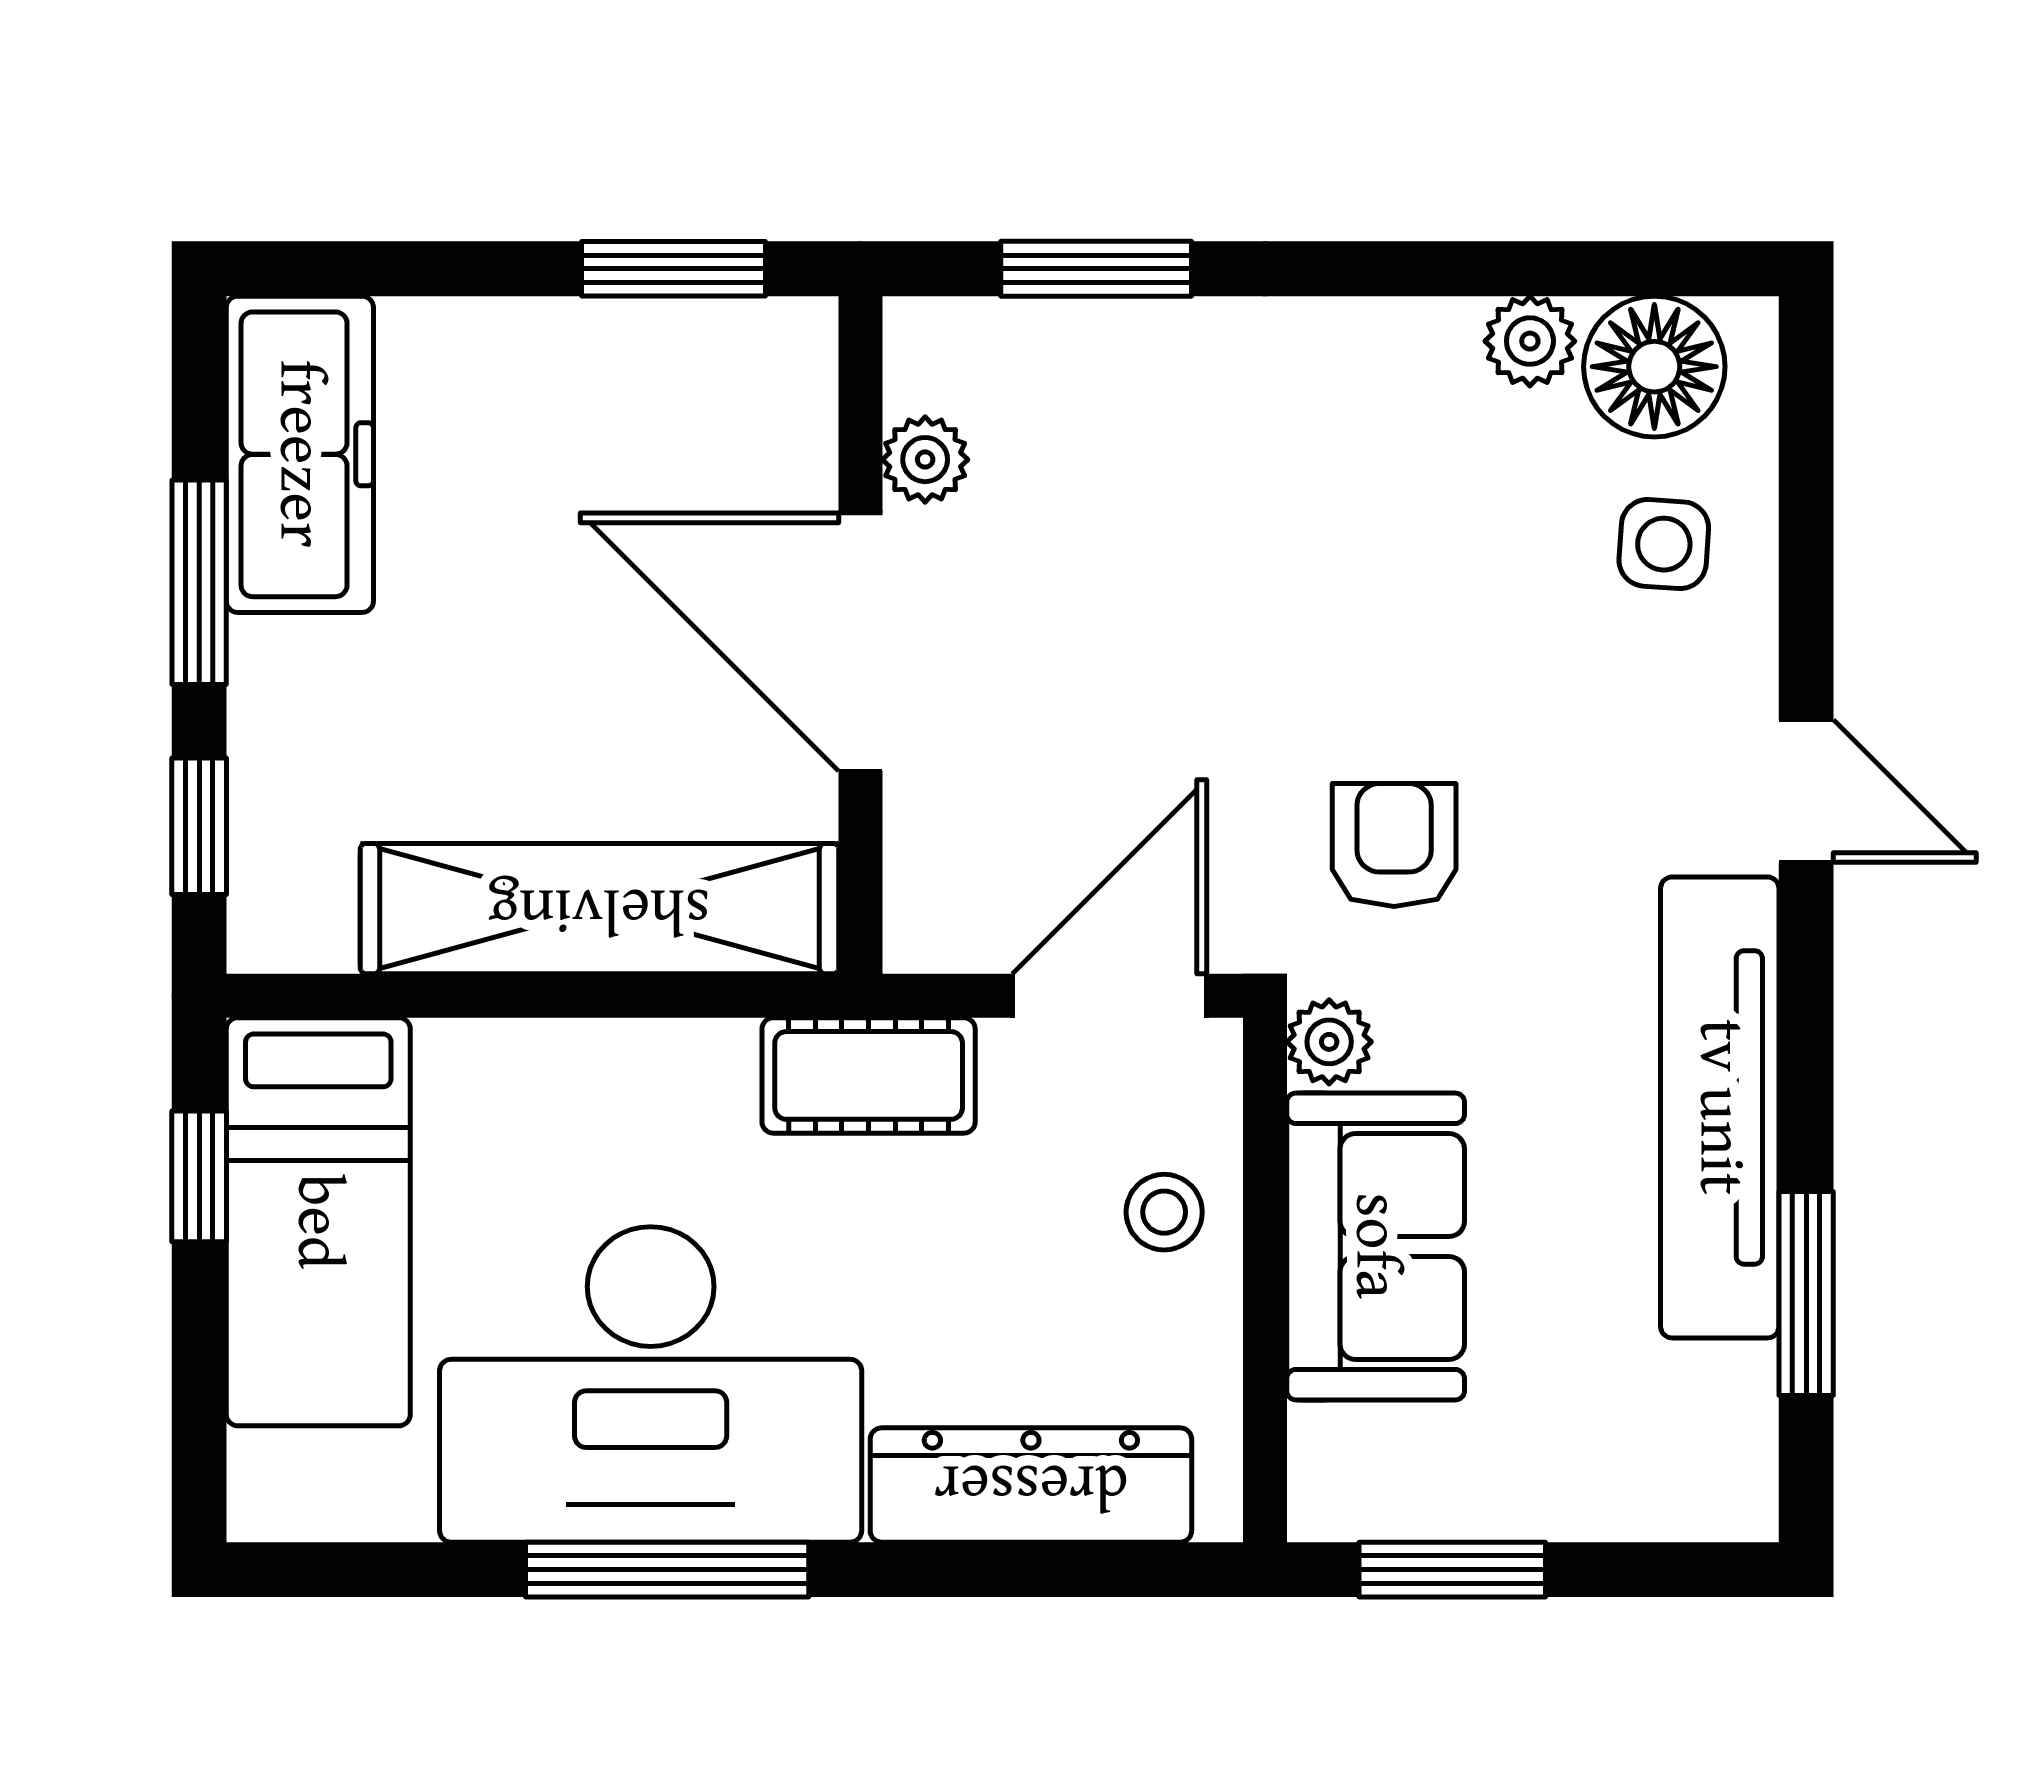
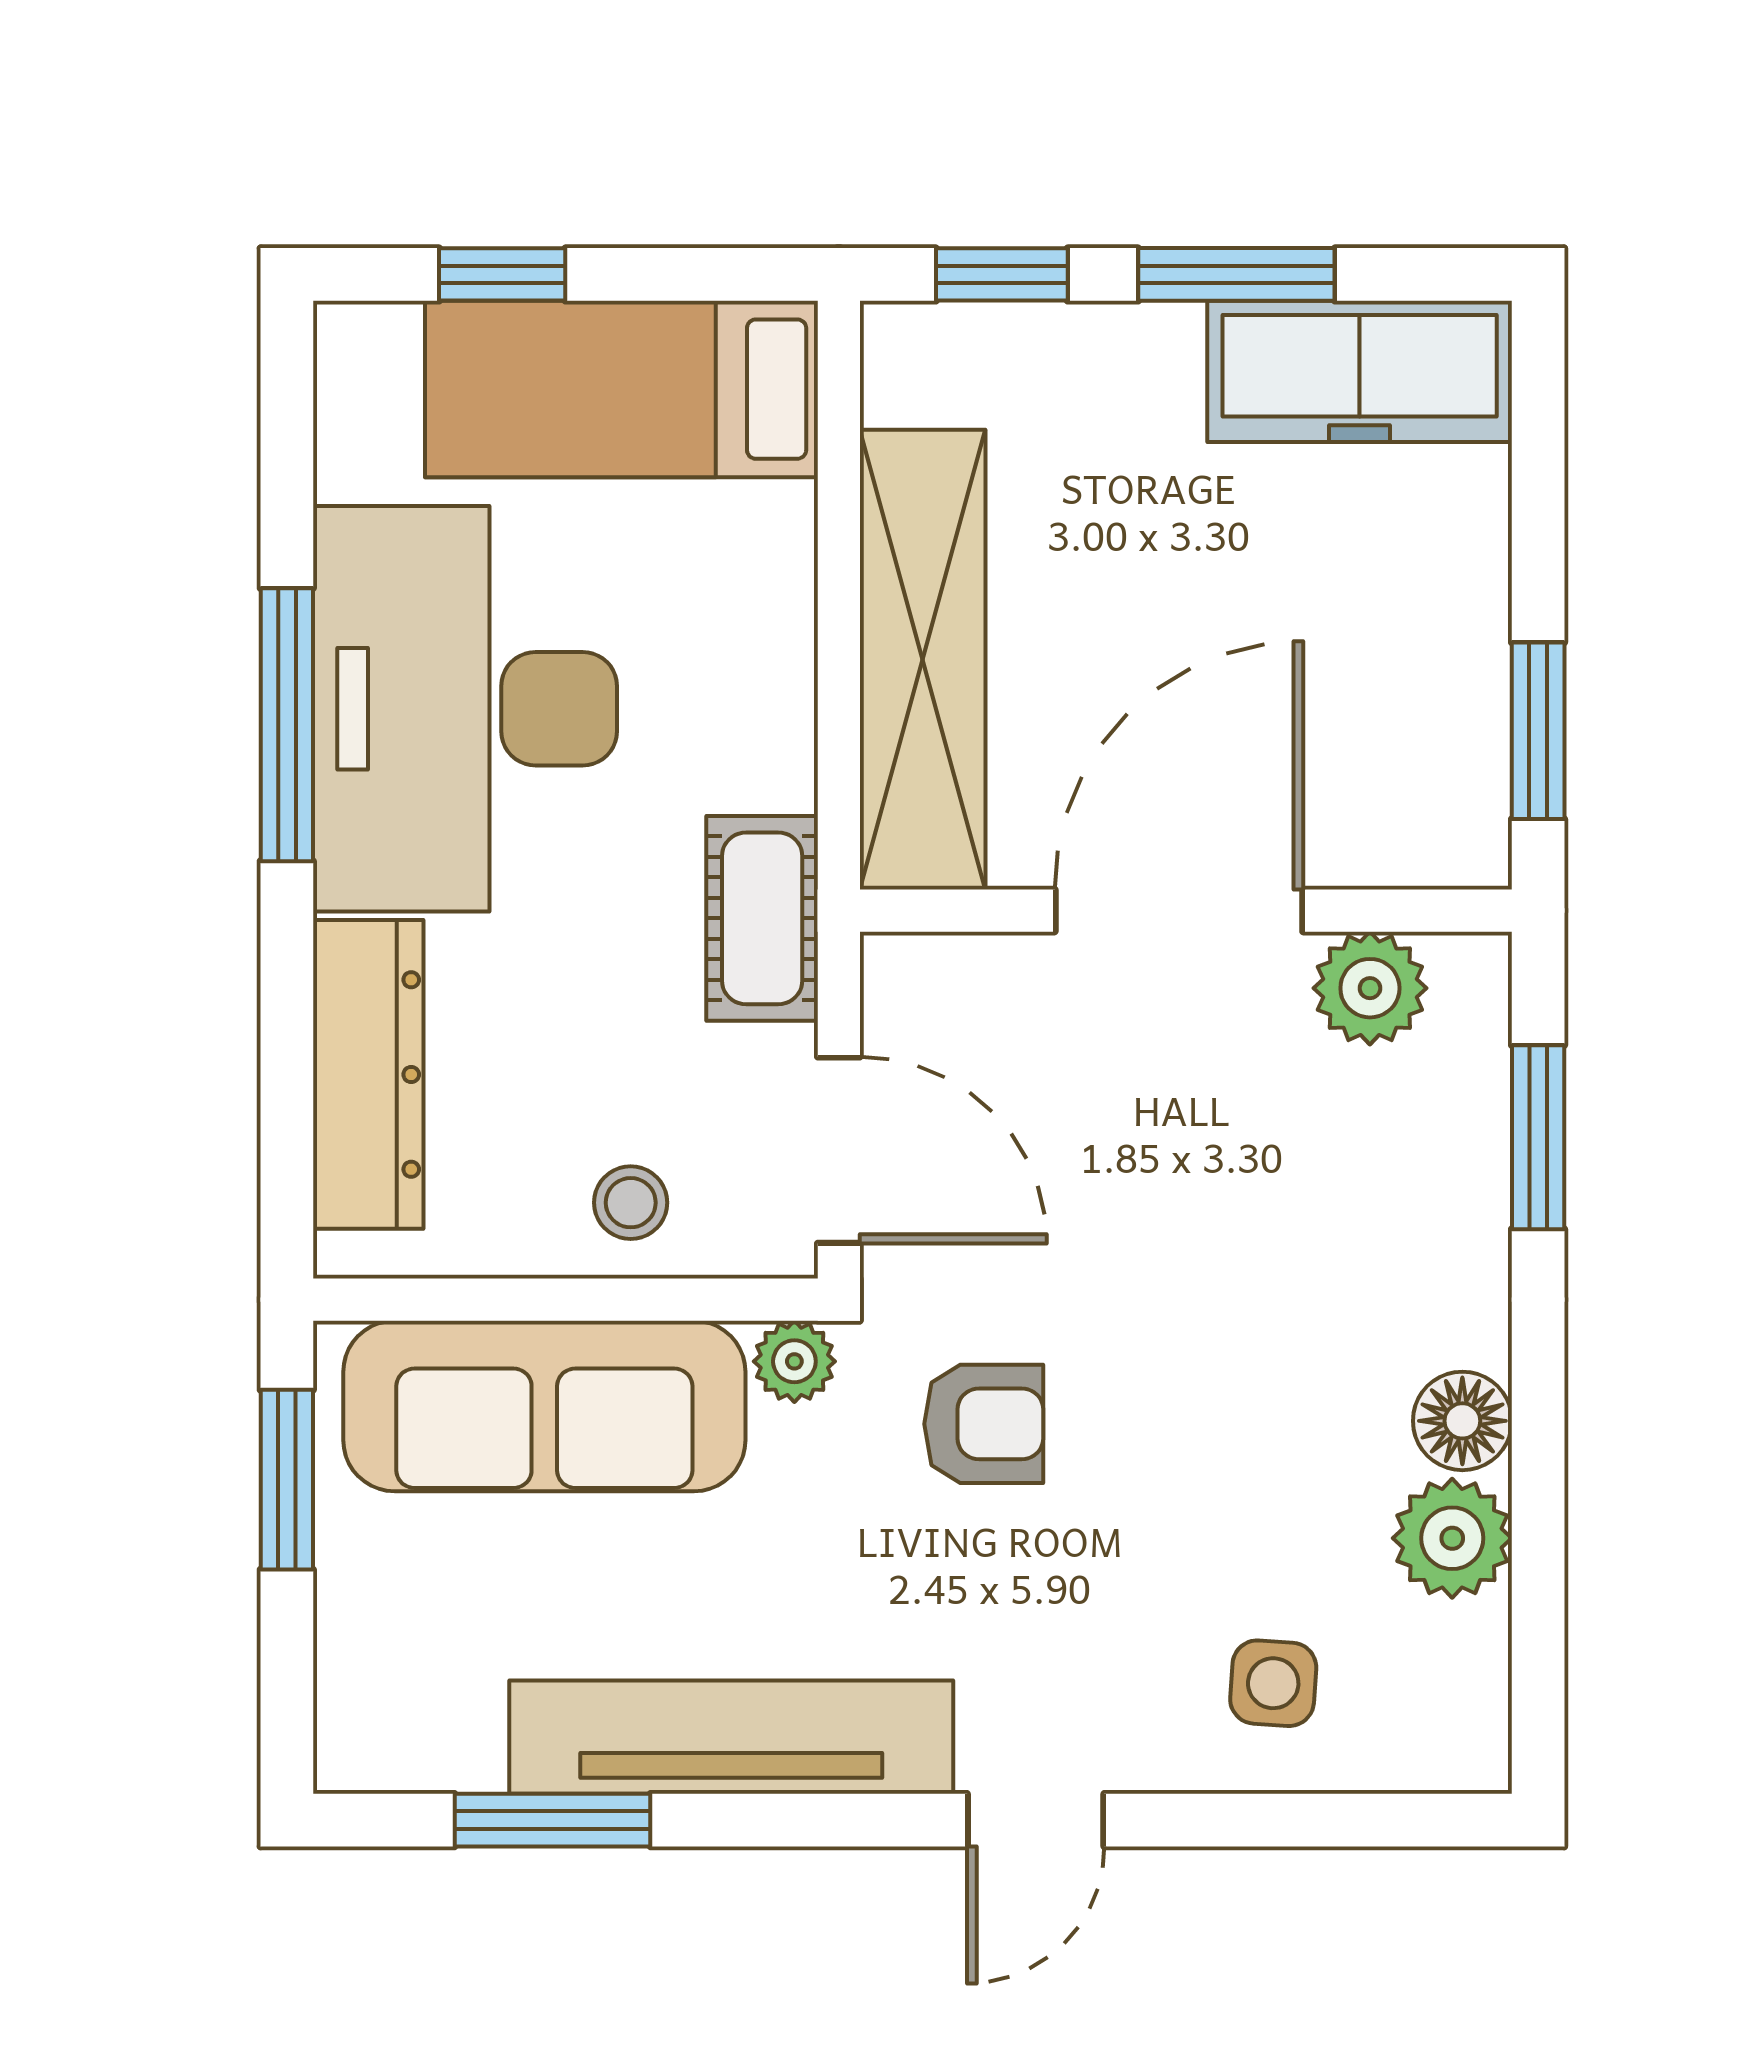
plant: (1530, 341) -> (1452, 1538), width x1.38, depth x1.38
floor lamp: (1654, 367) -> (1462, 1421), moved, width x0.73, depth x0.73
plant: (925, 460) -> (1370, 988), width x1.38, depth x1.38
window: (199, 1176) -> (502, 274), moved
sofa: (1376, 1246) -> (544, 1406), width x1.36

